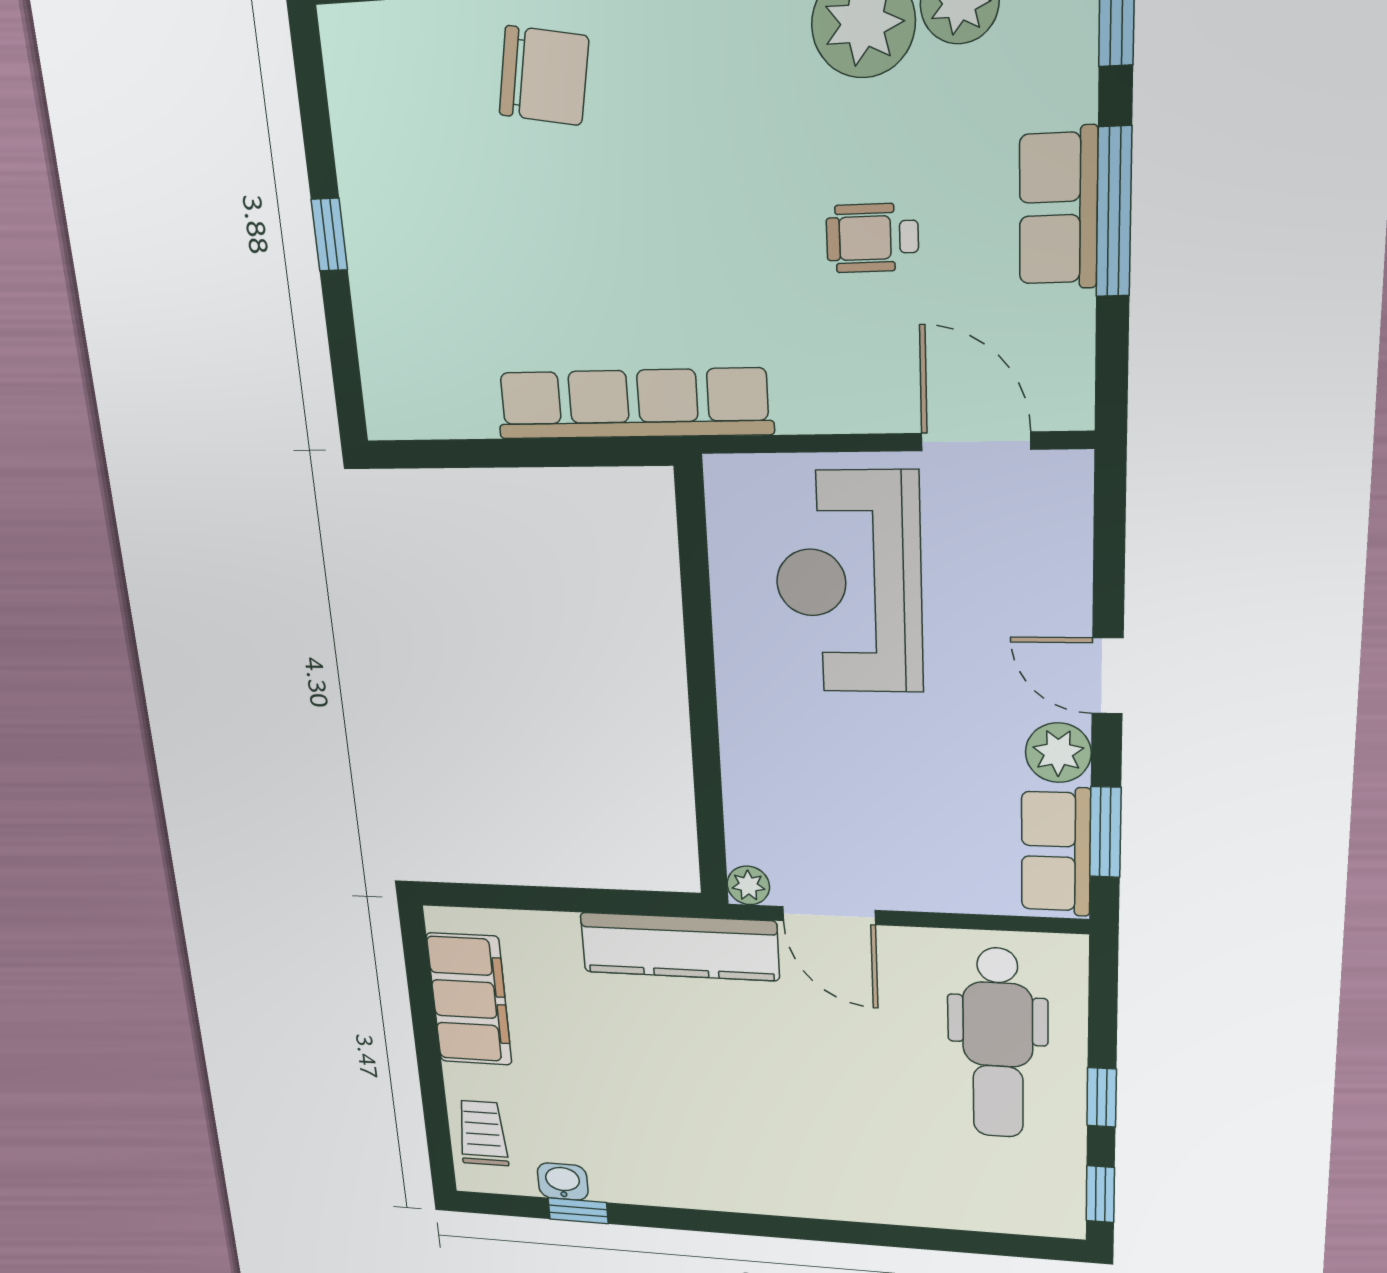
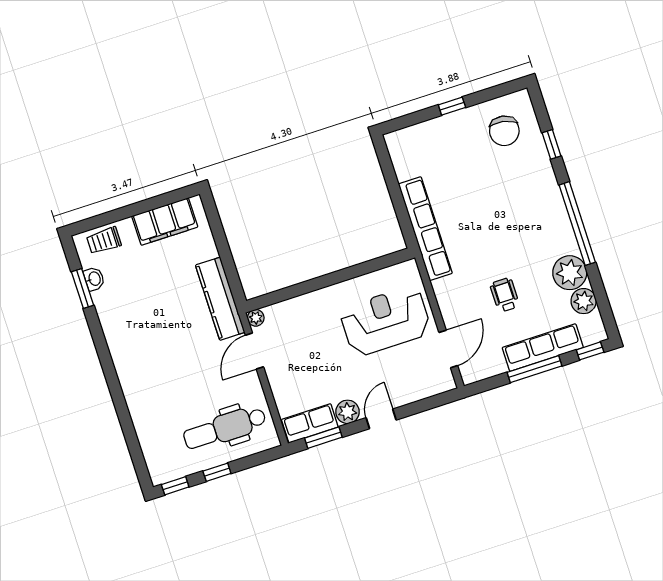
chair: (544, 76) -> (504, 131), moved
row of seats: (1058, 208) -> (543, 348), width x1.48
trolley: (483, 1133) -> (104, 241), turned 180
window: (578, 1211) -> (82, 288), width x1.50

